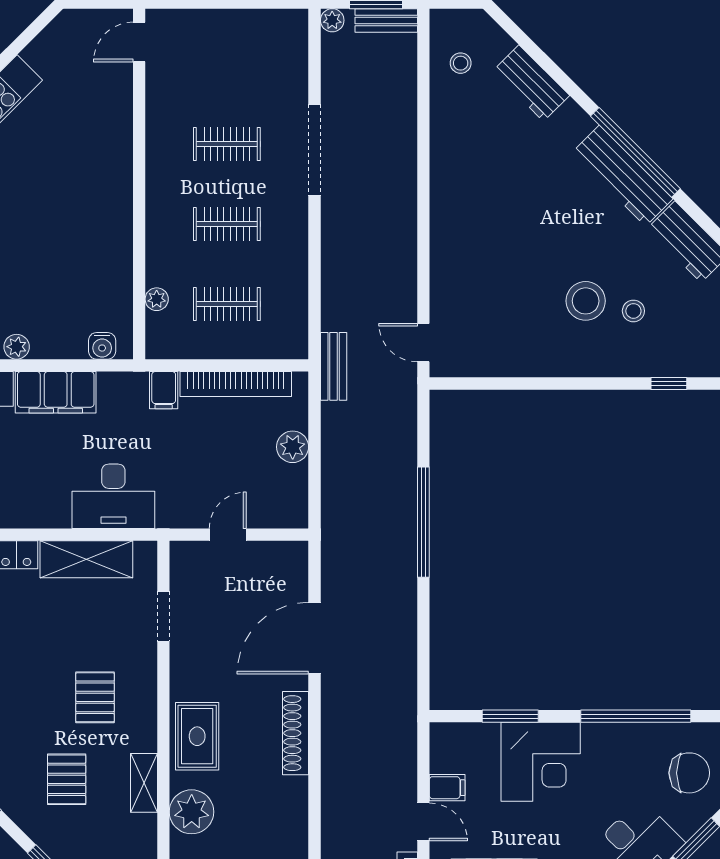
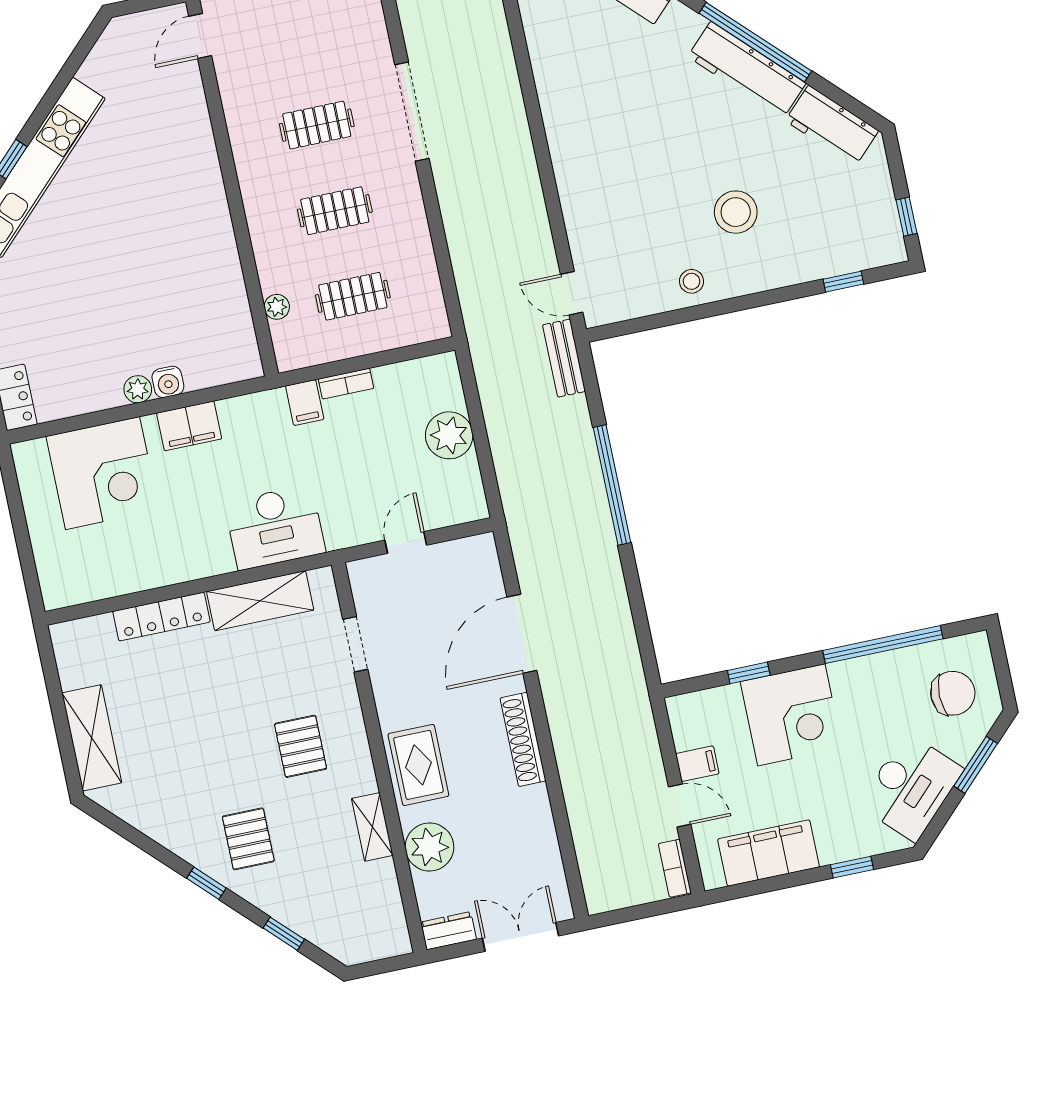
stool: (633, 311) -> (692, 281), moved
water cooler: (102, 346) -> (168, 382), moved
bench: (334, 366) -> (564, 358), moved
bookcase: (236, 384) -> (346, 384), width x0.43, depth x0.76
filing cabinet: (56, 392) -> (189, 426), width x0.67, depth x0.86
plant: (293, 447) -> (449, 435), width x1.36, depth x1.36
window: (510, 716) -> (749, 673), width x0.67
pallet: (67, 779) -> (248, 839), moved

